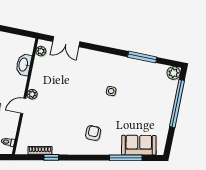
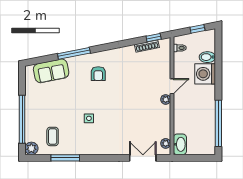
washbasin: (24, 65) -> (180, 144), moved
coffee table: (150, 80) -> (53, 136), added
window: (51, 157) -> (154, 38), moved
window: (126, 158) -> (74, 53), moved

